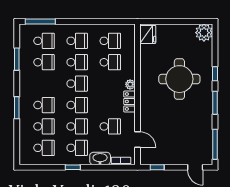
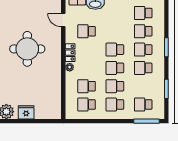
fridge: (148, 34) -> (26, 112), moved, turned 90
school desk: (44, 62) -> (143, 68), moved
round table: (179, 79) -> (27, 49), moved
school desk: (77, 126) -> (115, 31), removed
school desk: (77, 148) -> (115, 13), removed

